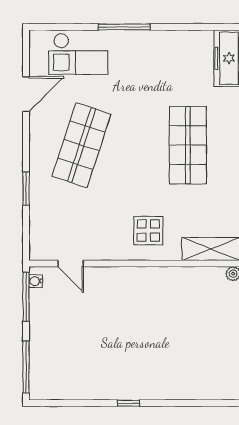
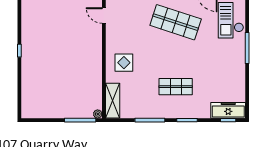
shop shelf: (188, 145) -> (176, 87), width x0.70, depth x0.74
door: (71, 264) -> (104, 16), hinge flipped

